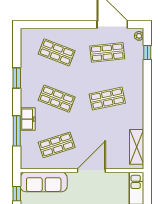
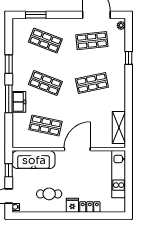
window: (46, 24) -> (36, 15), added
window: (147, 52) -> (129, 58), moved
window: (17, 131) -> (9, 99), moved
shop shelf: (57, 145) -> (45, 125), turned 30

